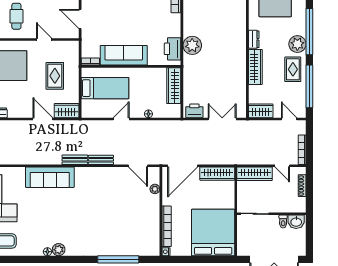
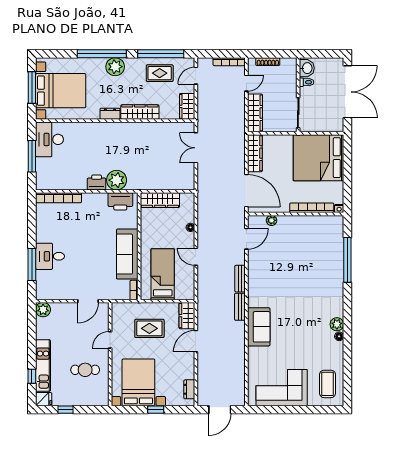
rug: (293, 69) -> (160, 73), moved
printer: (194, 111) -> (97, 182), moved, turned 90
sofa: (50, 177) -> (259, 327), width x0.73

